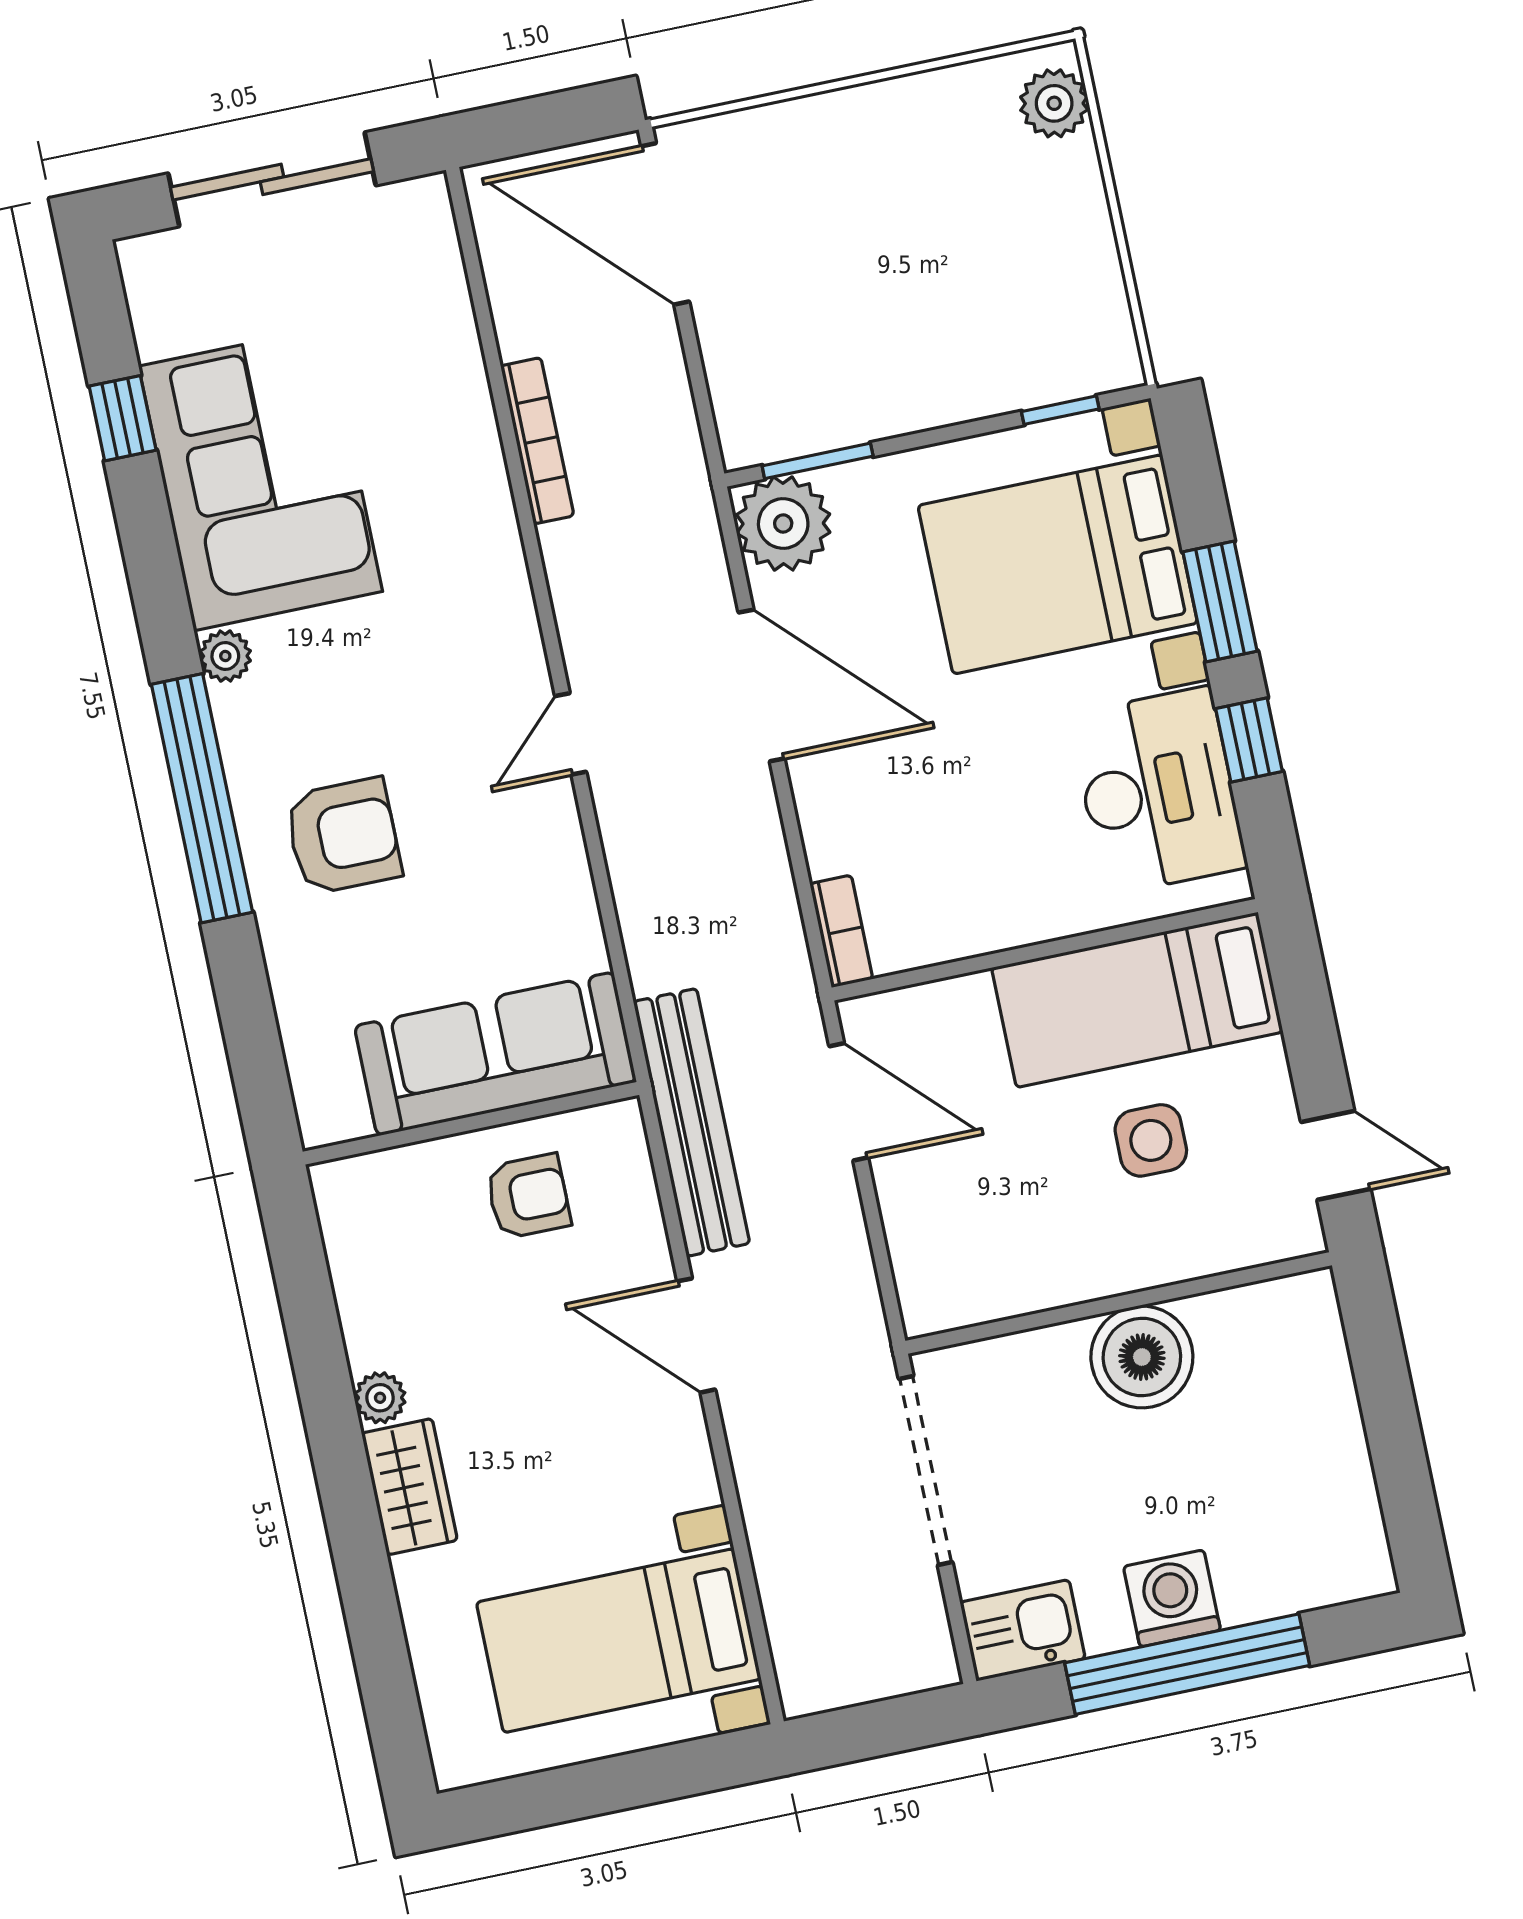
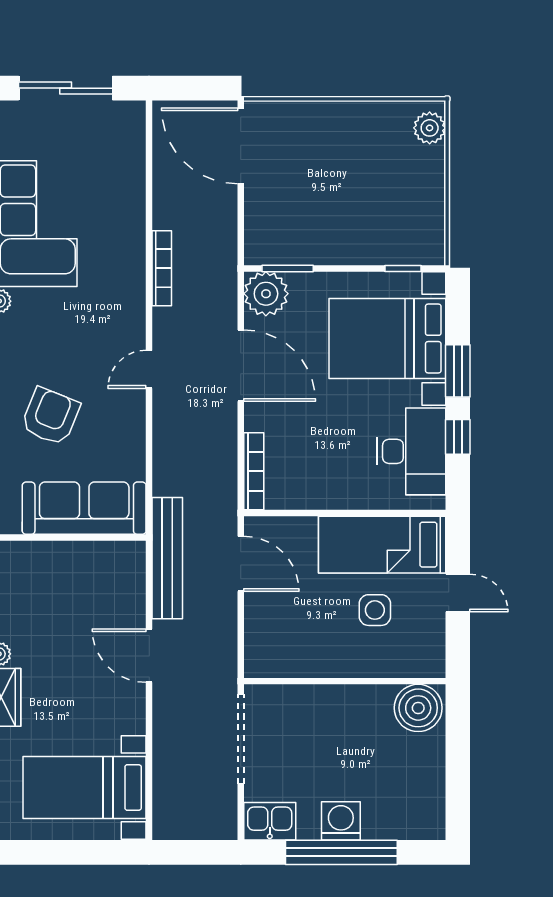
bookcase: (537, 441) -> (162, 268), moved
armchair: (343, 836) -> (50, 416), moved, turned -68
bookcase: (841, 931) -> (254, 471), width x1.56
door: (1336, 1155) -> (458, 593), moved
armchair: (528, 1196) -> (86, 576), removed
boiler: (1142, 1357) -> (418, 708), moved

